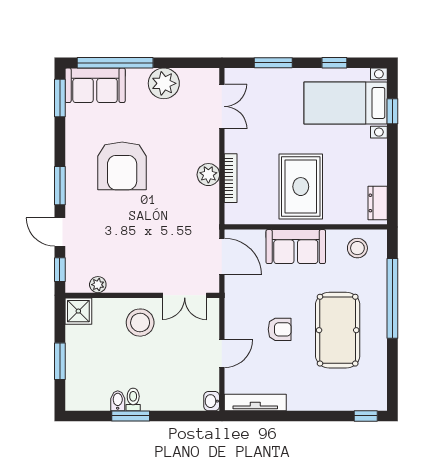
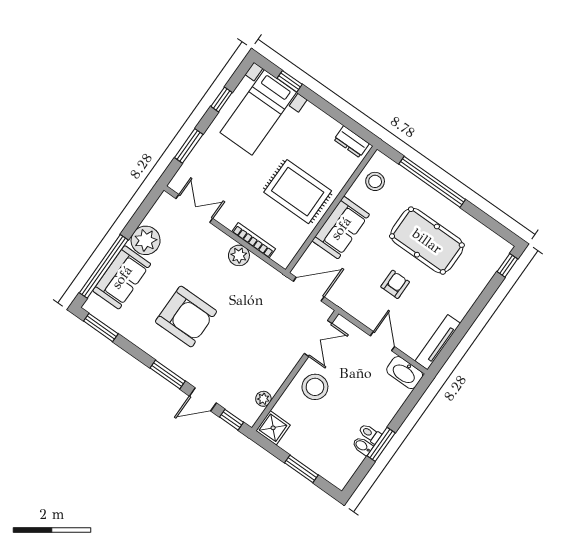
sofa: (95, 85) -> (122, 277), moved
washbasin: (212, 401) -> (405, 373), width x1.91, depth x1.45

